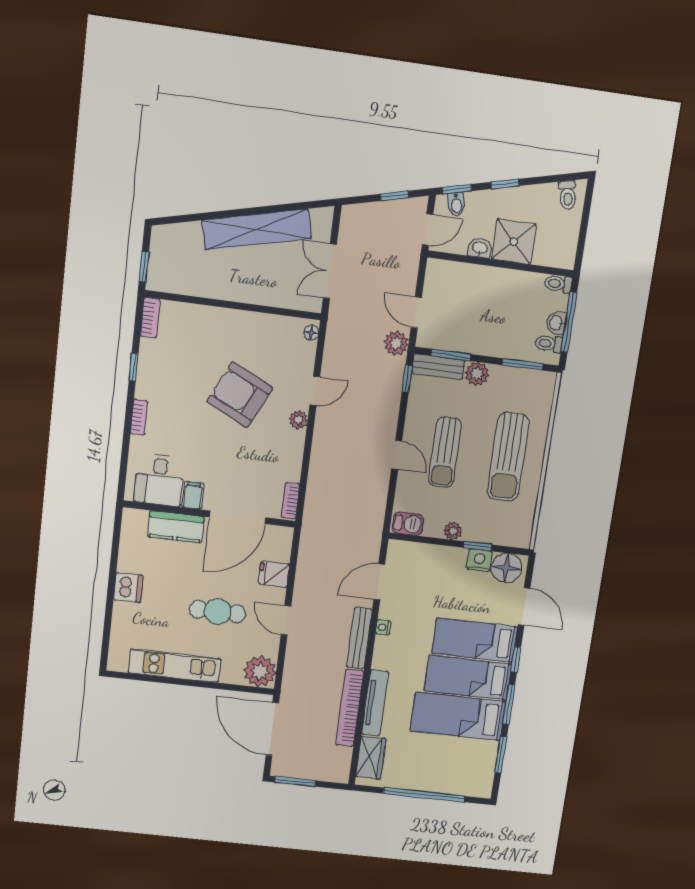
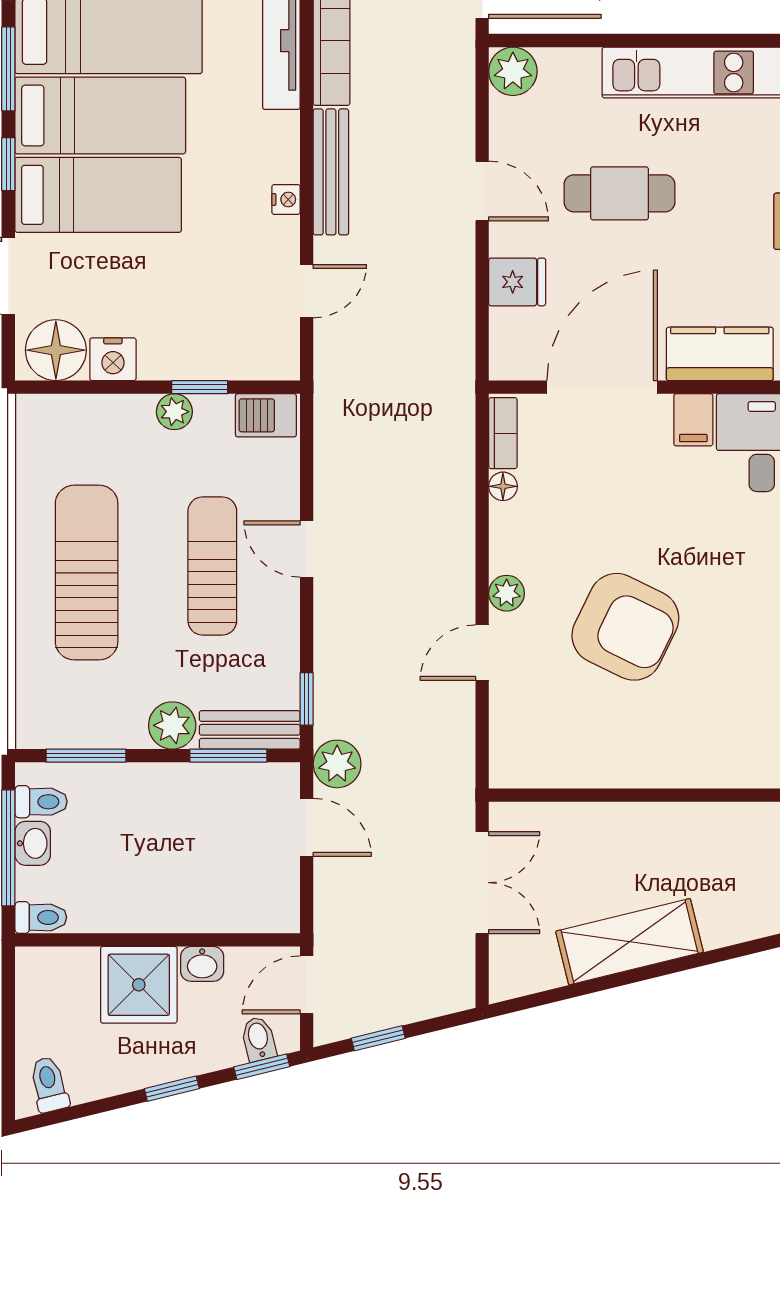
shelving: (257, 229) -> (630, 942), width x0.68
floor lamp: (311, 332) -> (503, 486), moved
window: (477, 546) -> (200, 387), moved
door: (379, 582) -> (307, 291), width x0.73
plant: (260, 671) -> (513, 71), width x0.73, depth x0.73

